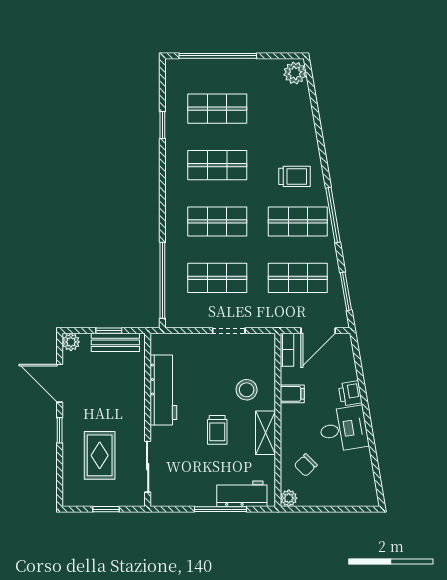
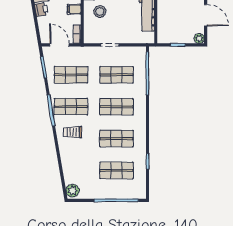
door: (318, 331) -> (59, 45), hinge flipped
bench: (115, 342) -> (174, 38), removed

